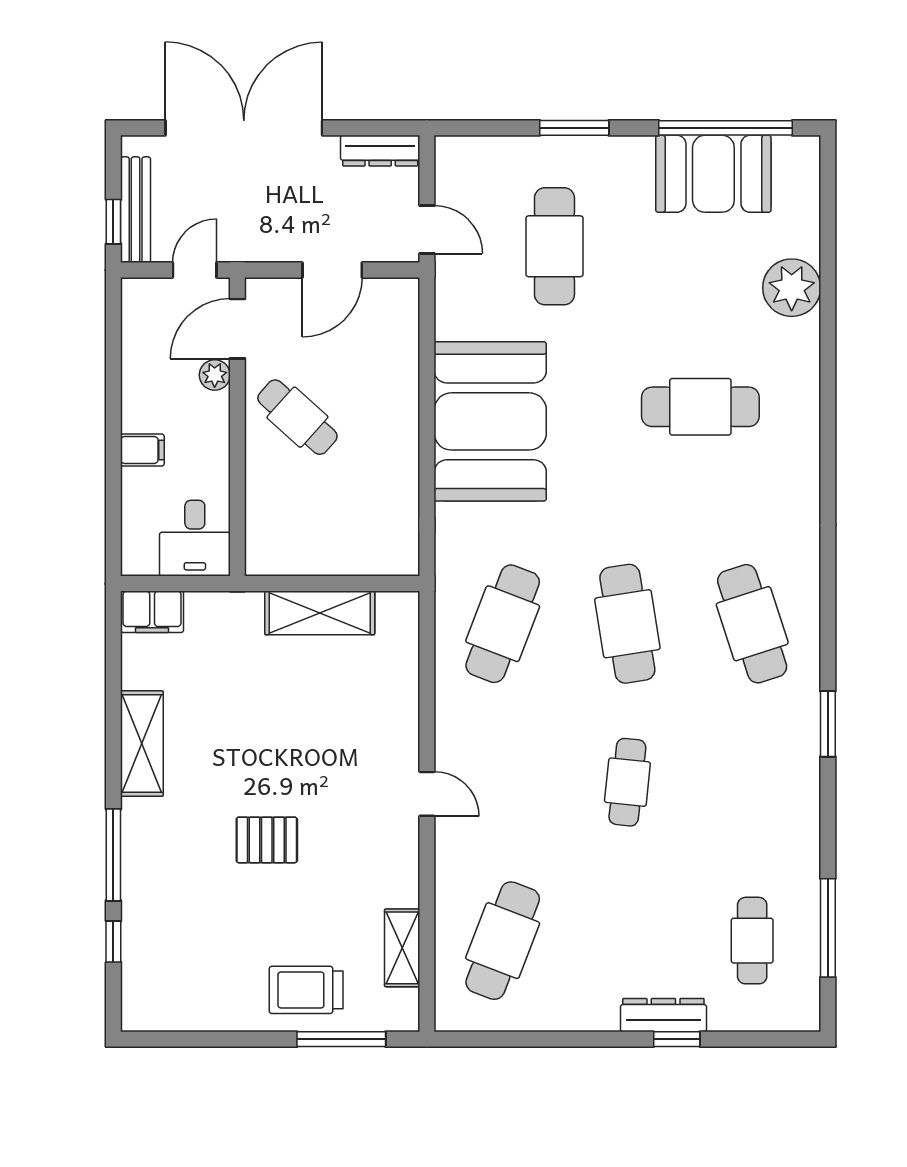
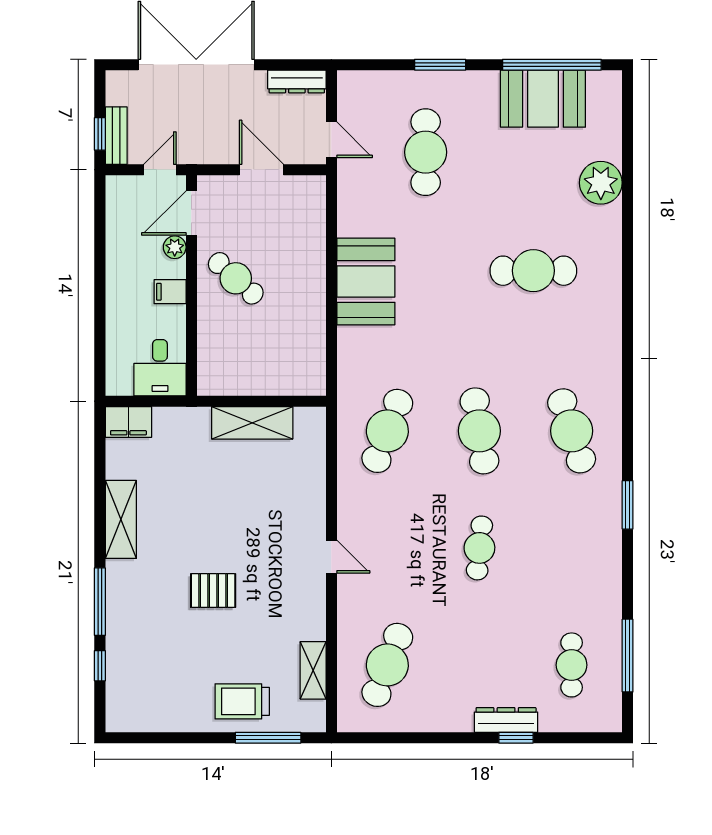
bench: (136, 210) -> (116, 136), width x0.73
door: (332, 270) -> (261, 170), swing flipped
booth: (490, 421) -> (366, 282), width x0.73, depth x0.70
filing cabinet: (142, 450) -> (170, 292), moved, turned 180

